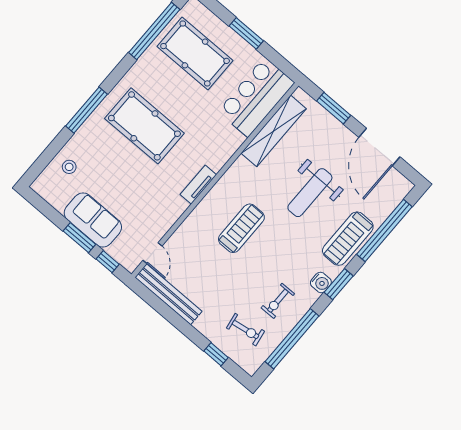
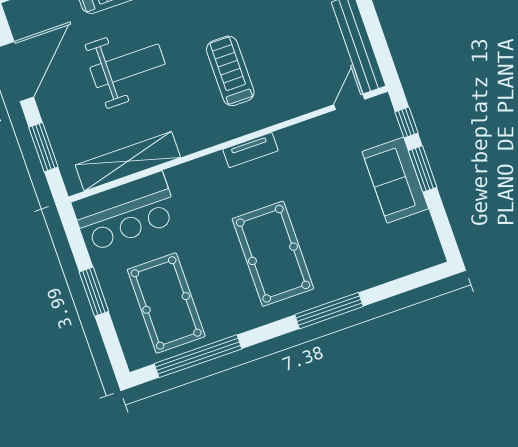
stool: (69, 167) -> (387, 257), removed
treadmill: (241, 228) -> (230, 71), turned 90

